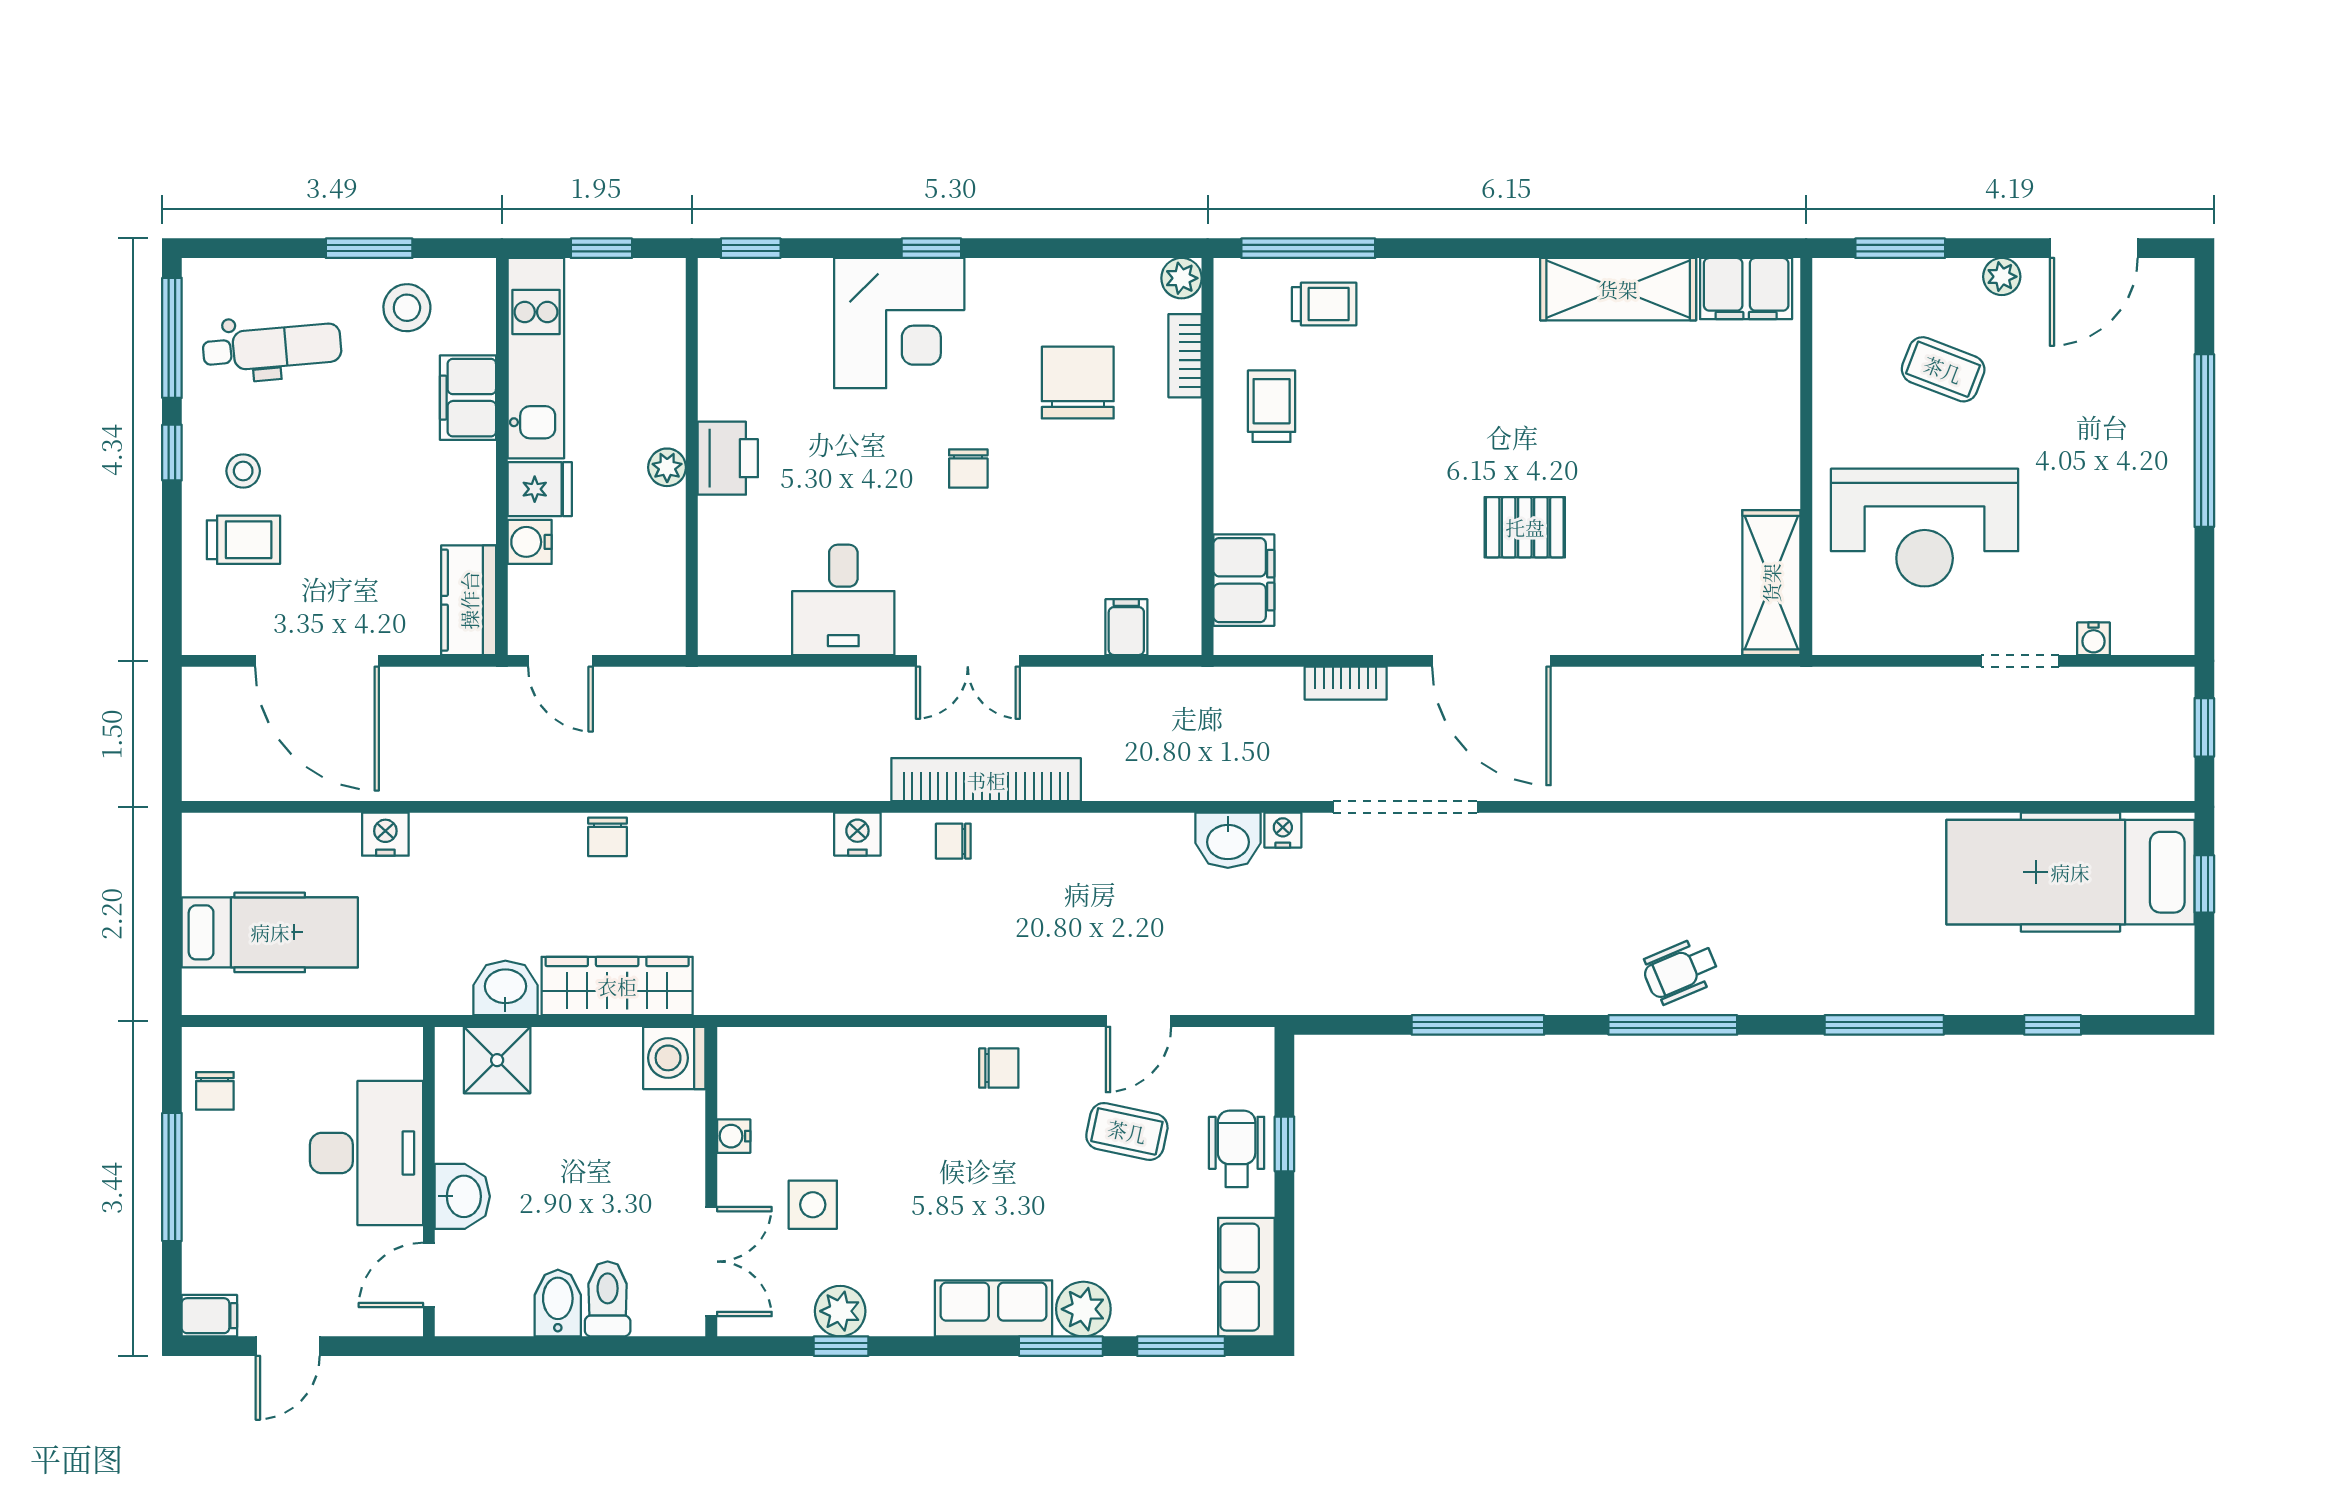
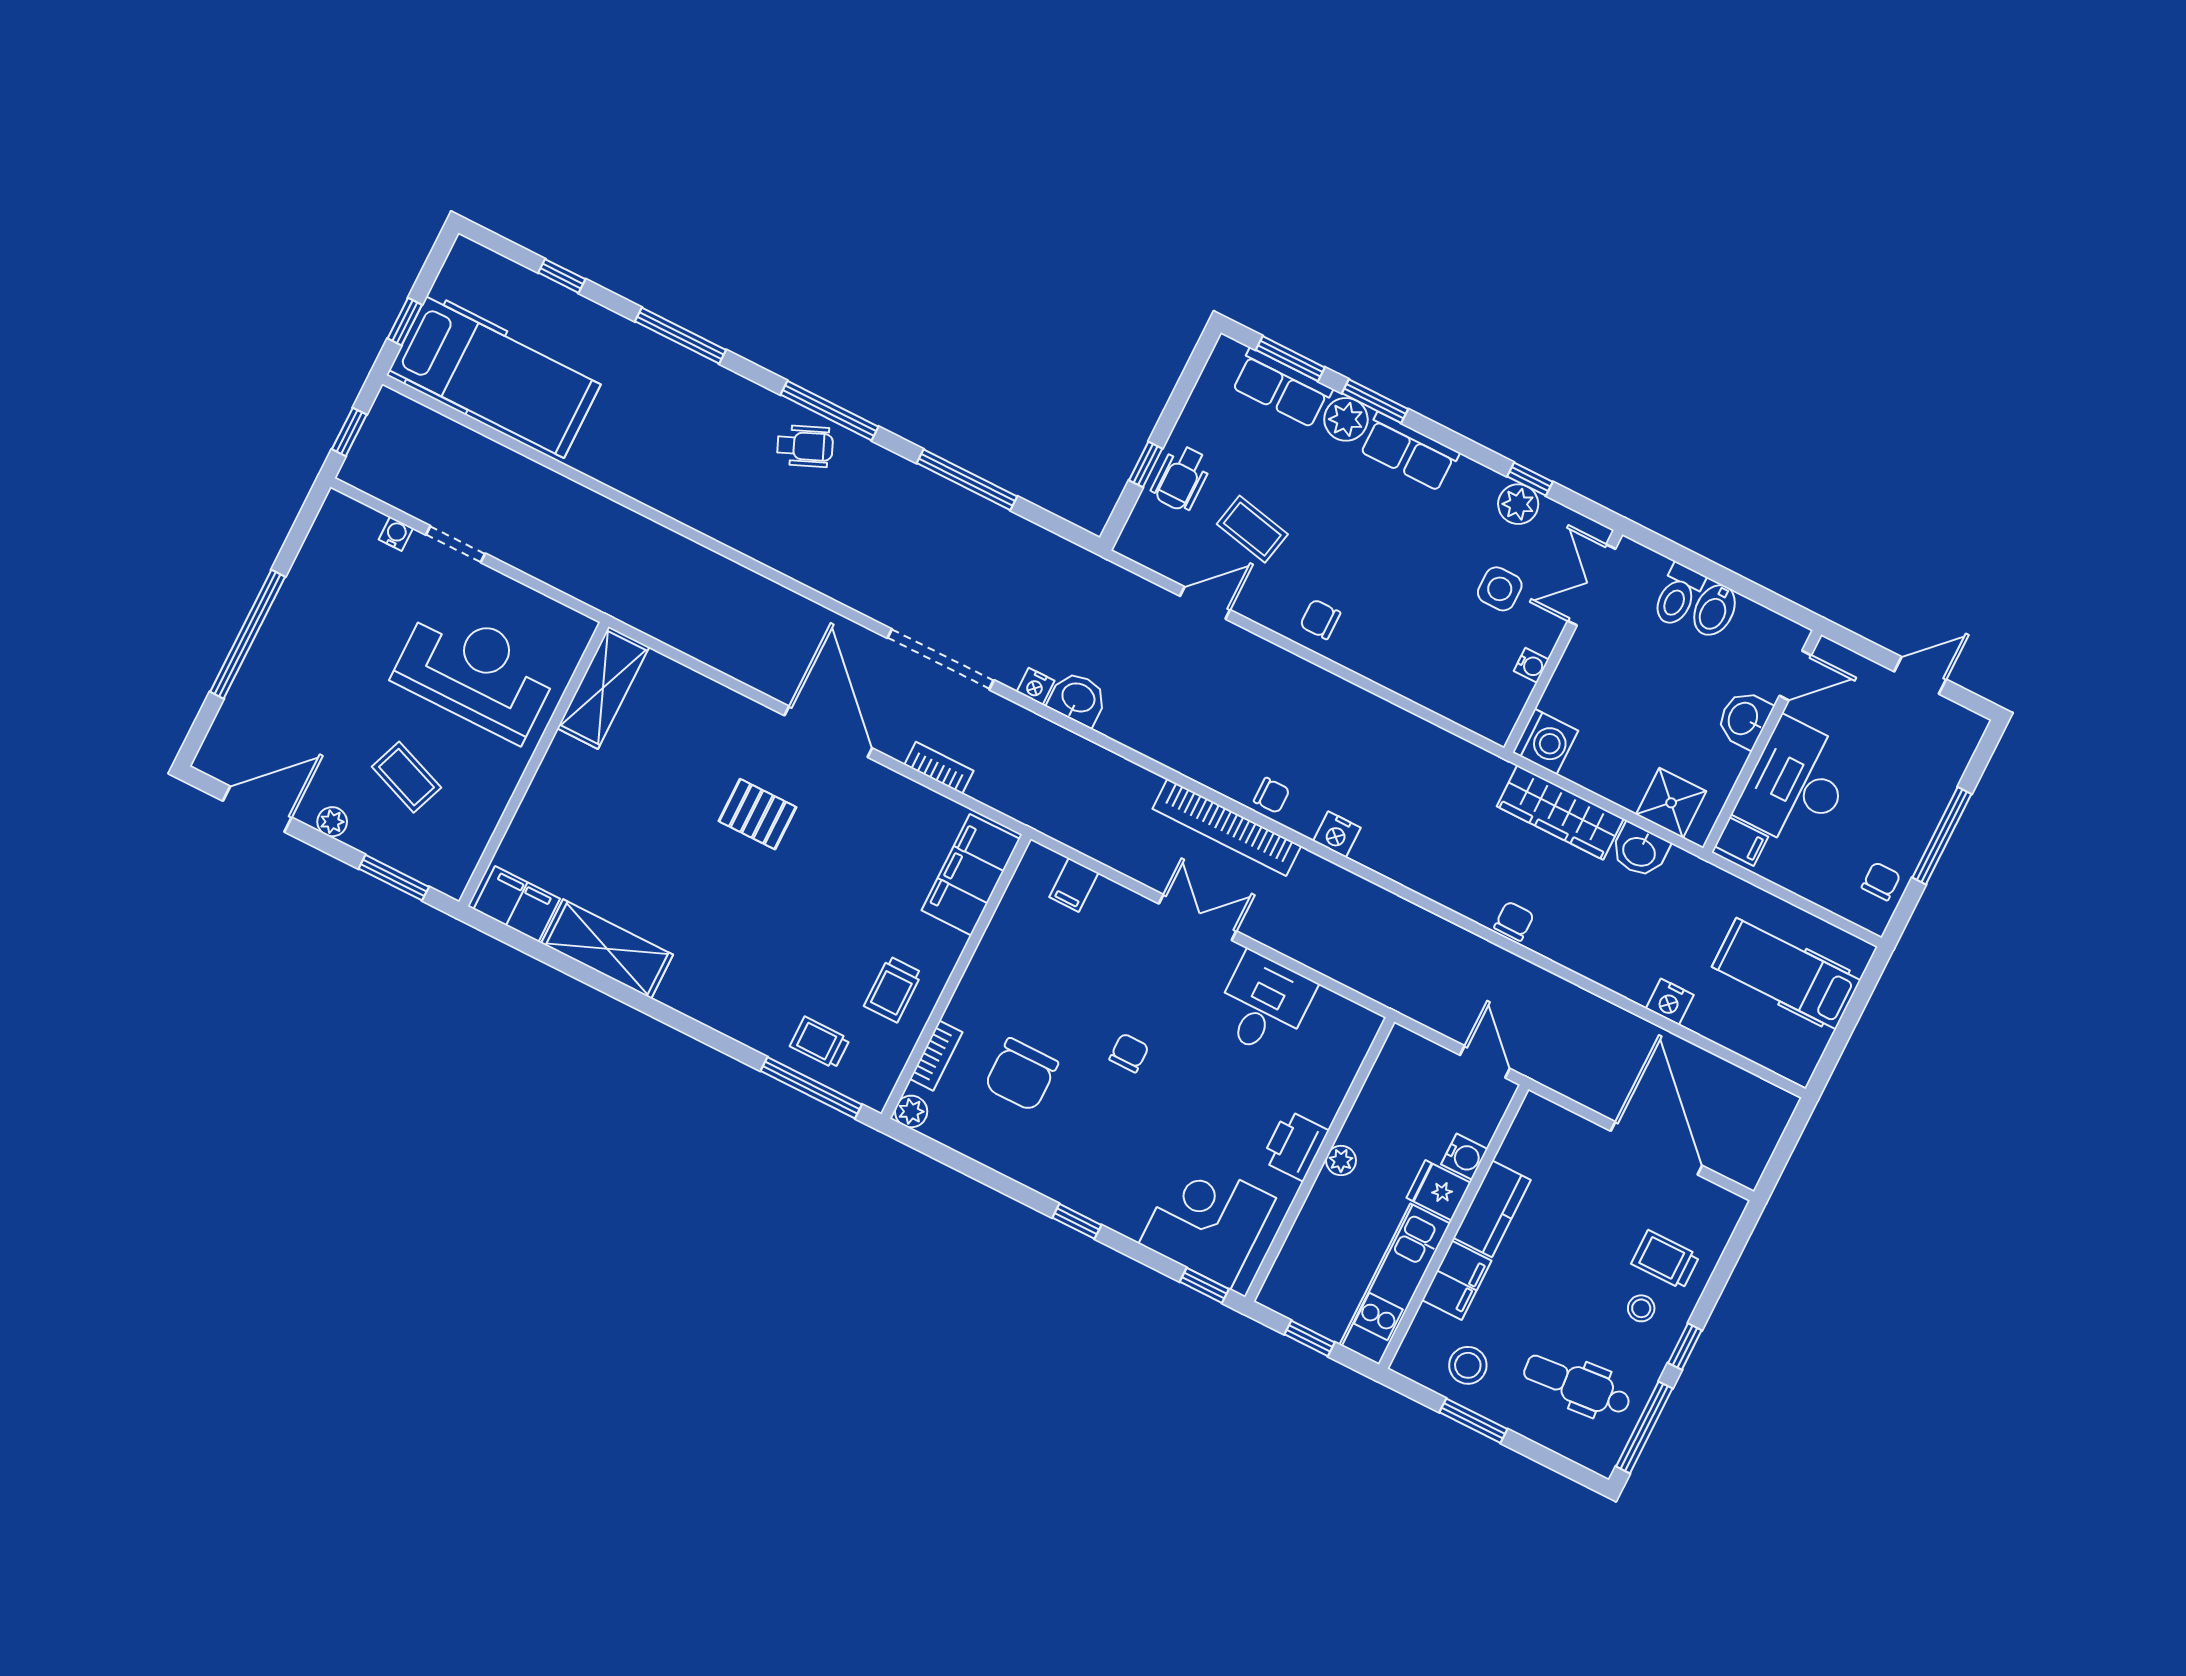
corner desk: (899, 323) -> (1207, 1221), moved
filing cabinet: (1244, 580) -> (971, 875), width x1.50, depth x1.17
kitchen counter: (469, 600) -> (1492, 1209), moved
row of seats: (1246, 1277) -> (1282, 388), moved, turned 90
filing cabinet: (209, 1316) -> (1741, 842), moved, turned 180

